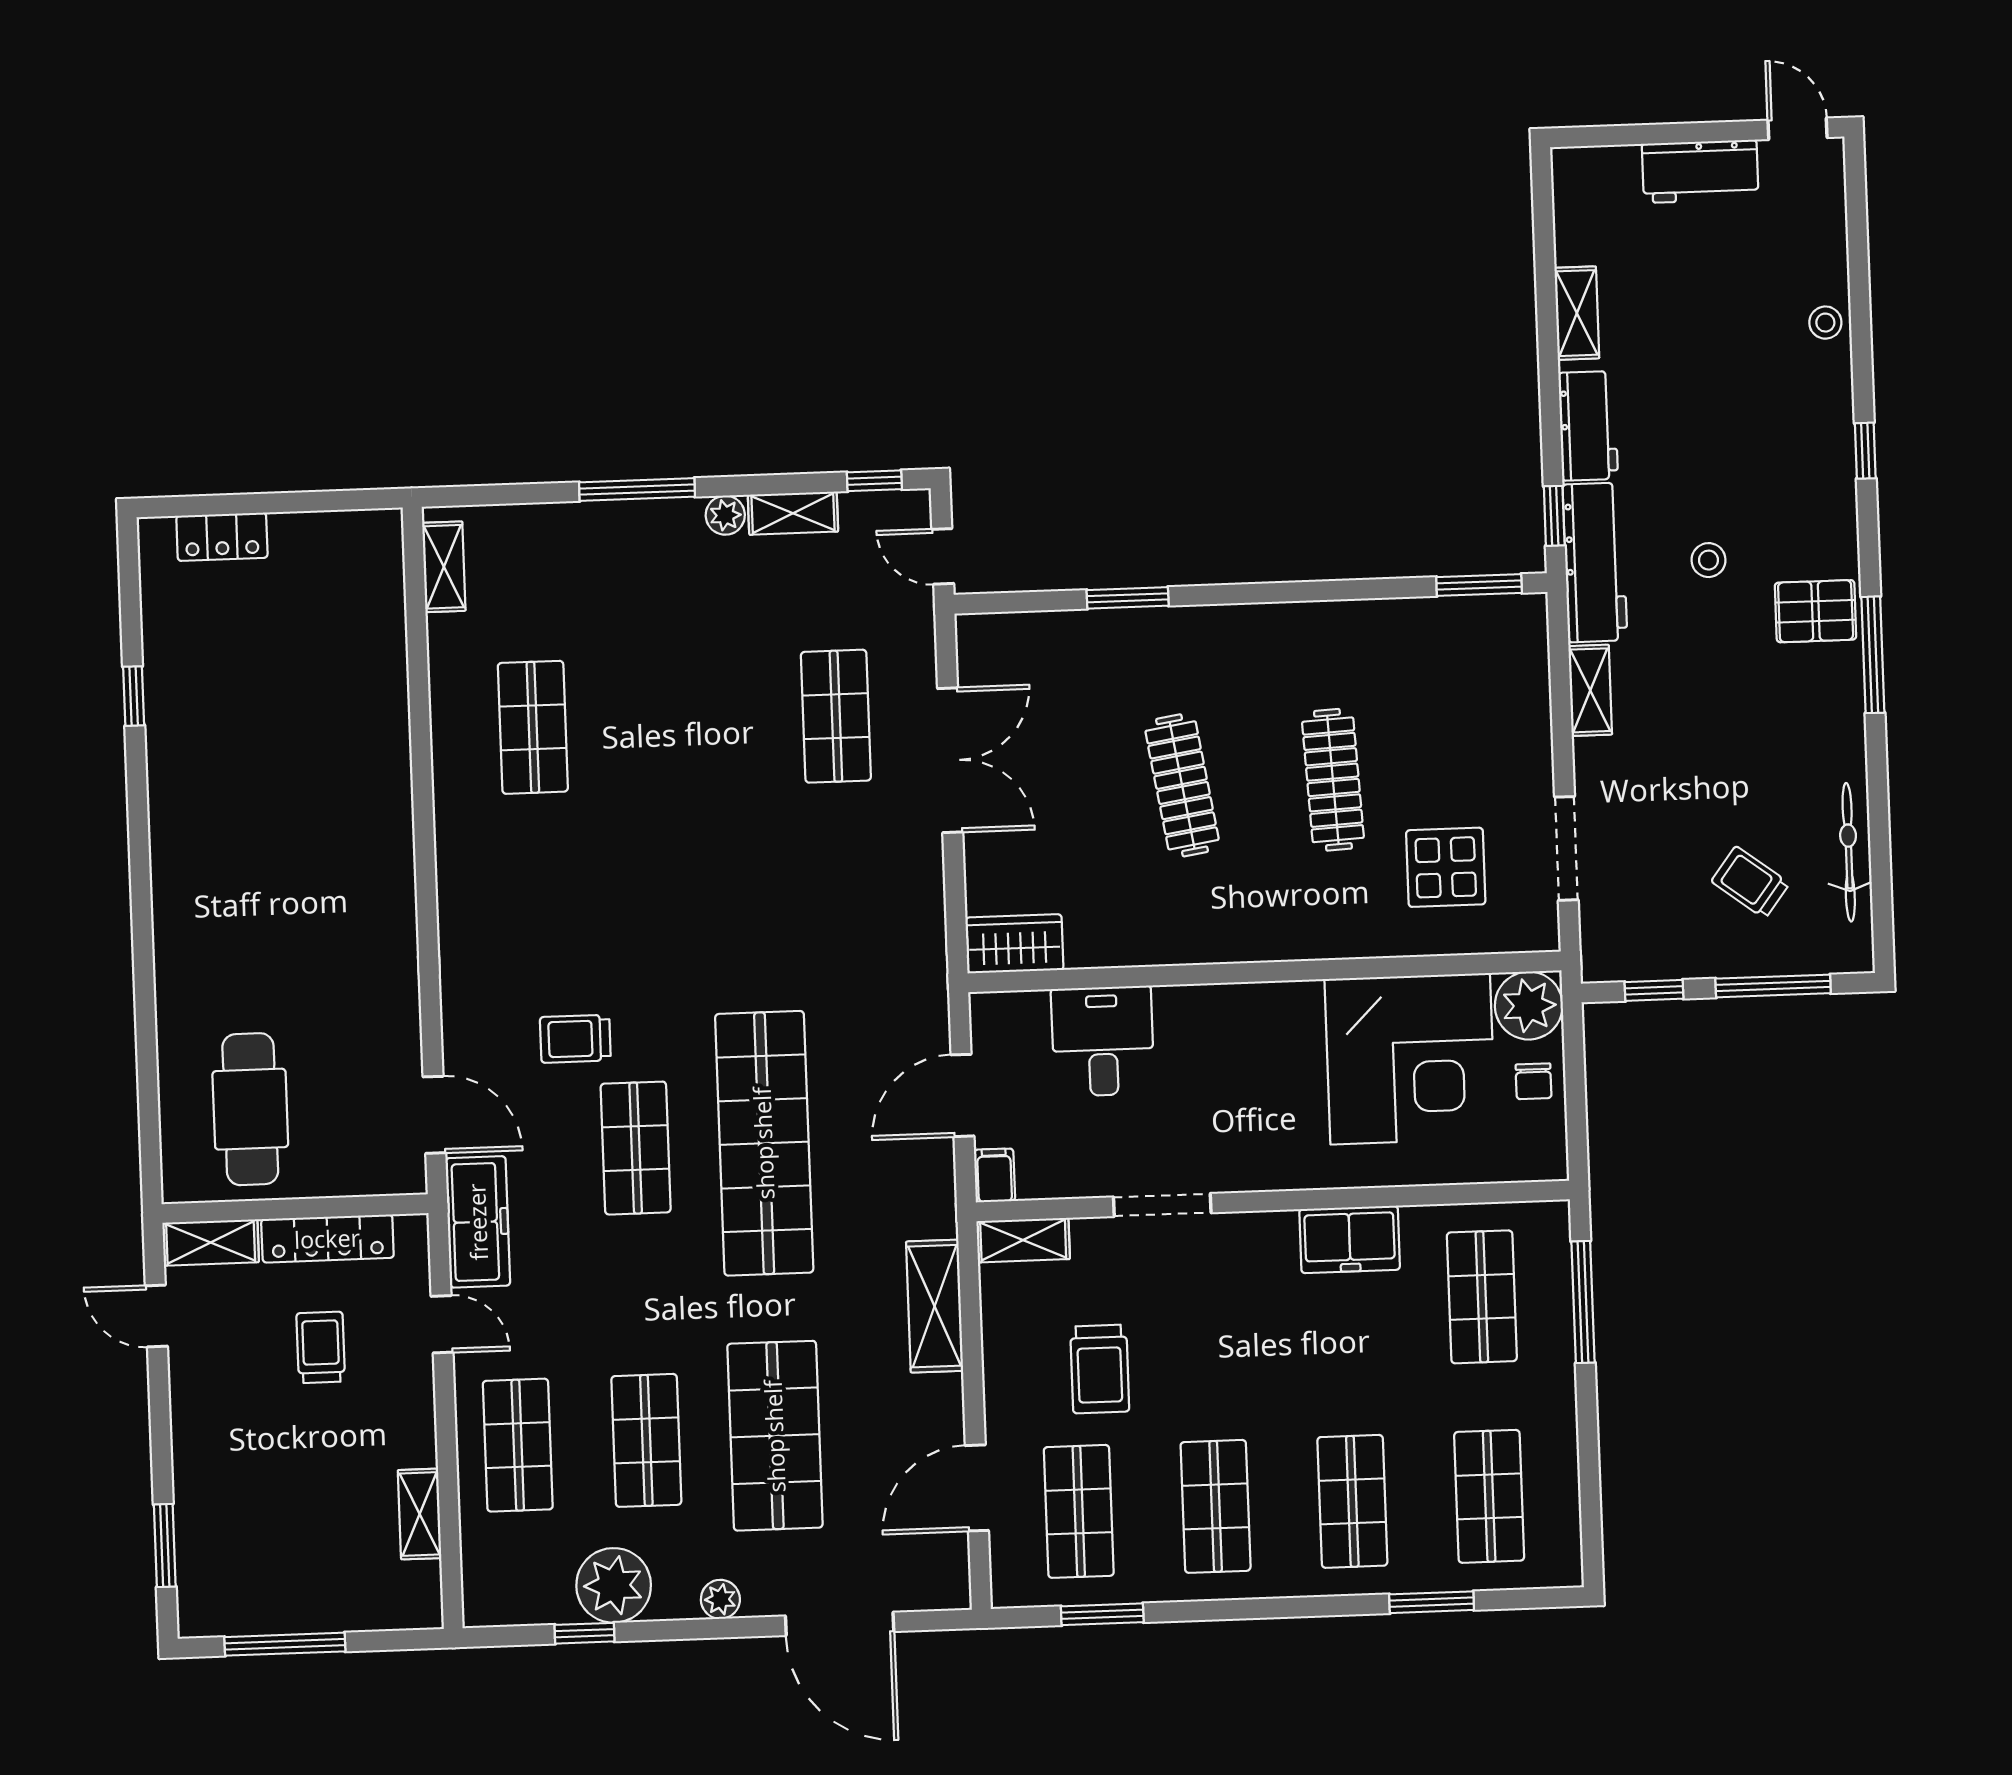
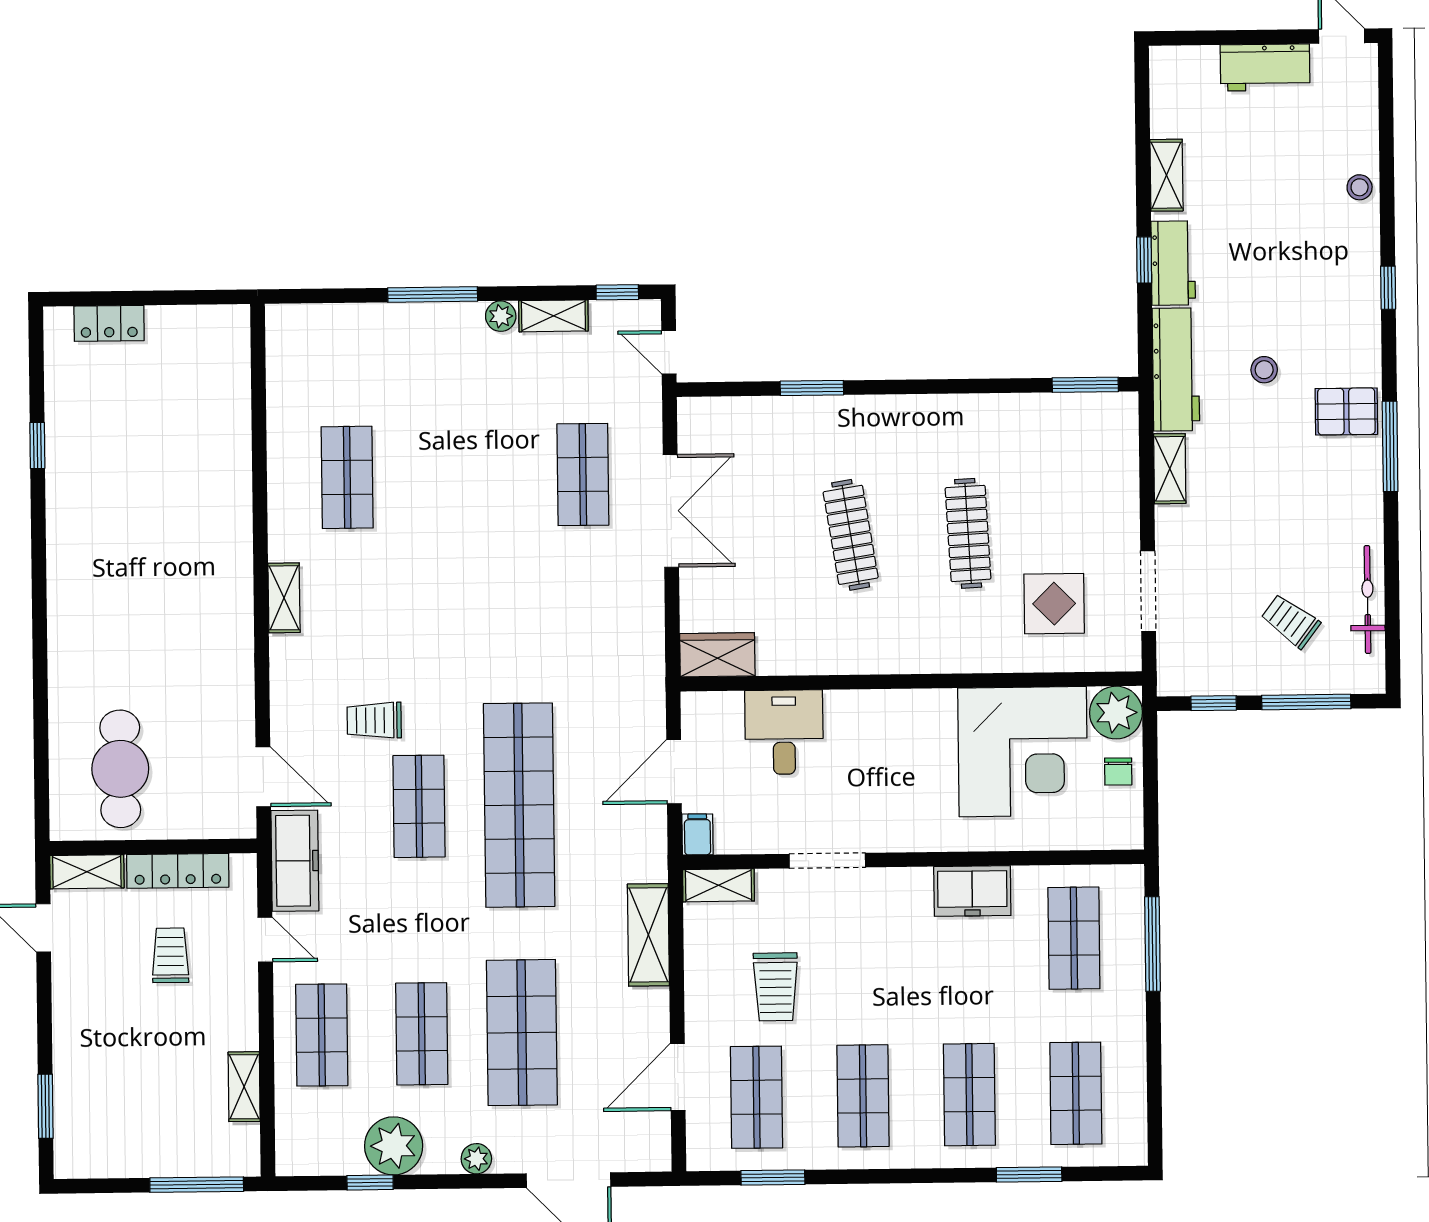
window: (1554, 516) -> (1144, 260), moved
shelving: (444, 567) -> (284, 598), moved
window: (285, 1644) -> (197, 1185), moved

